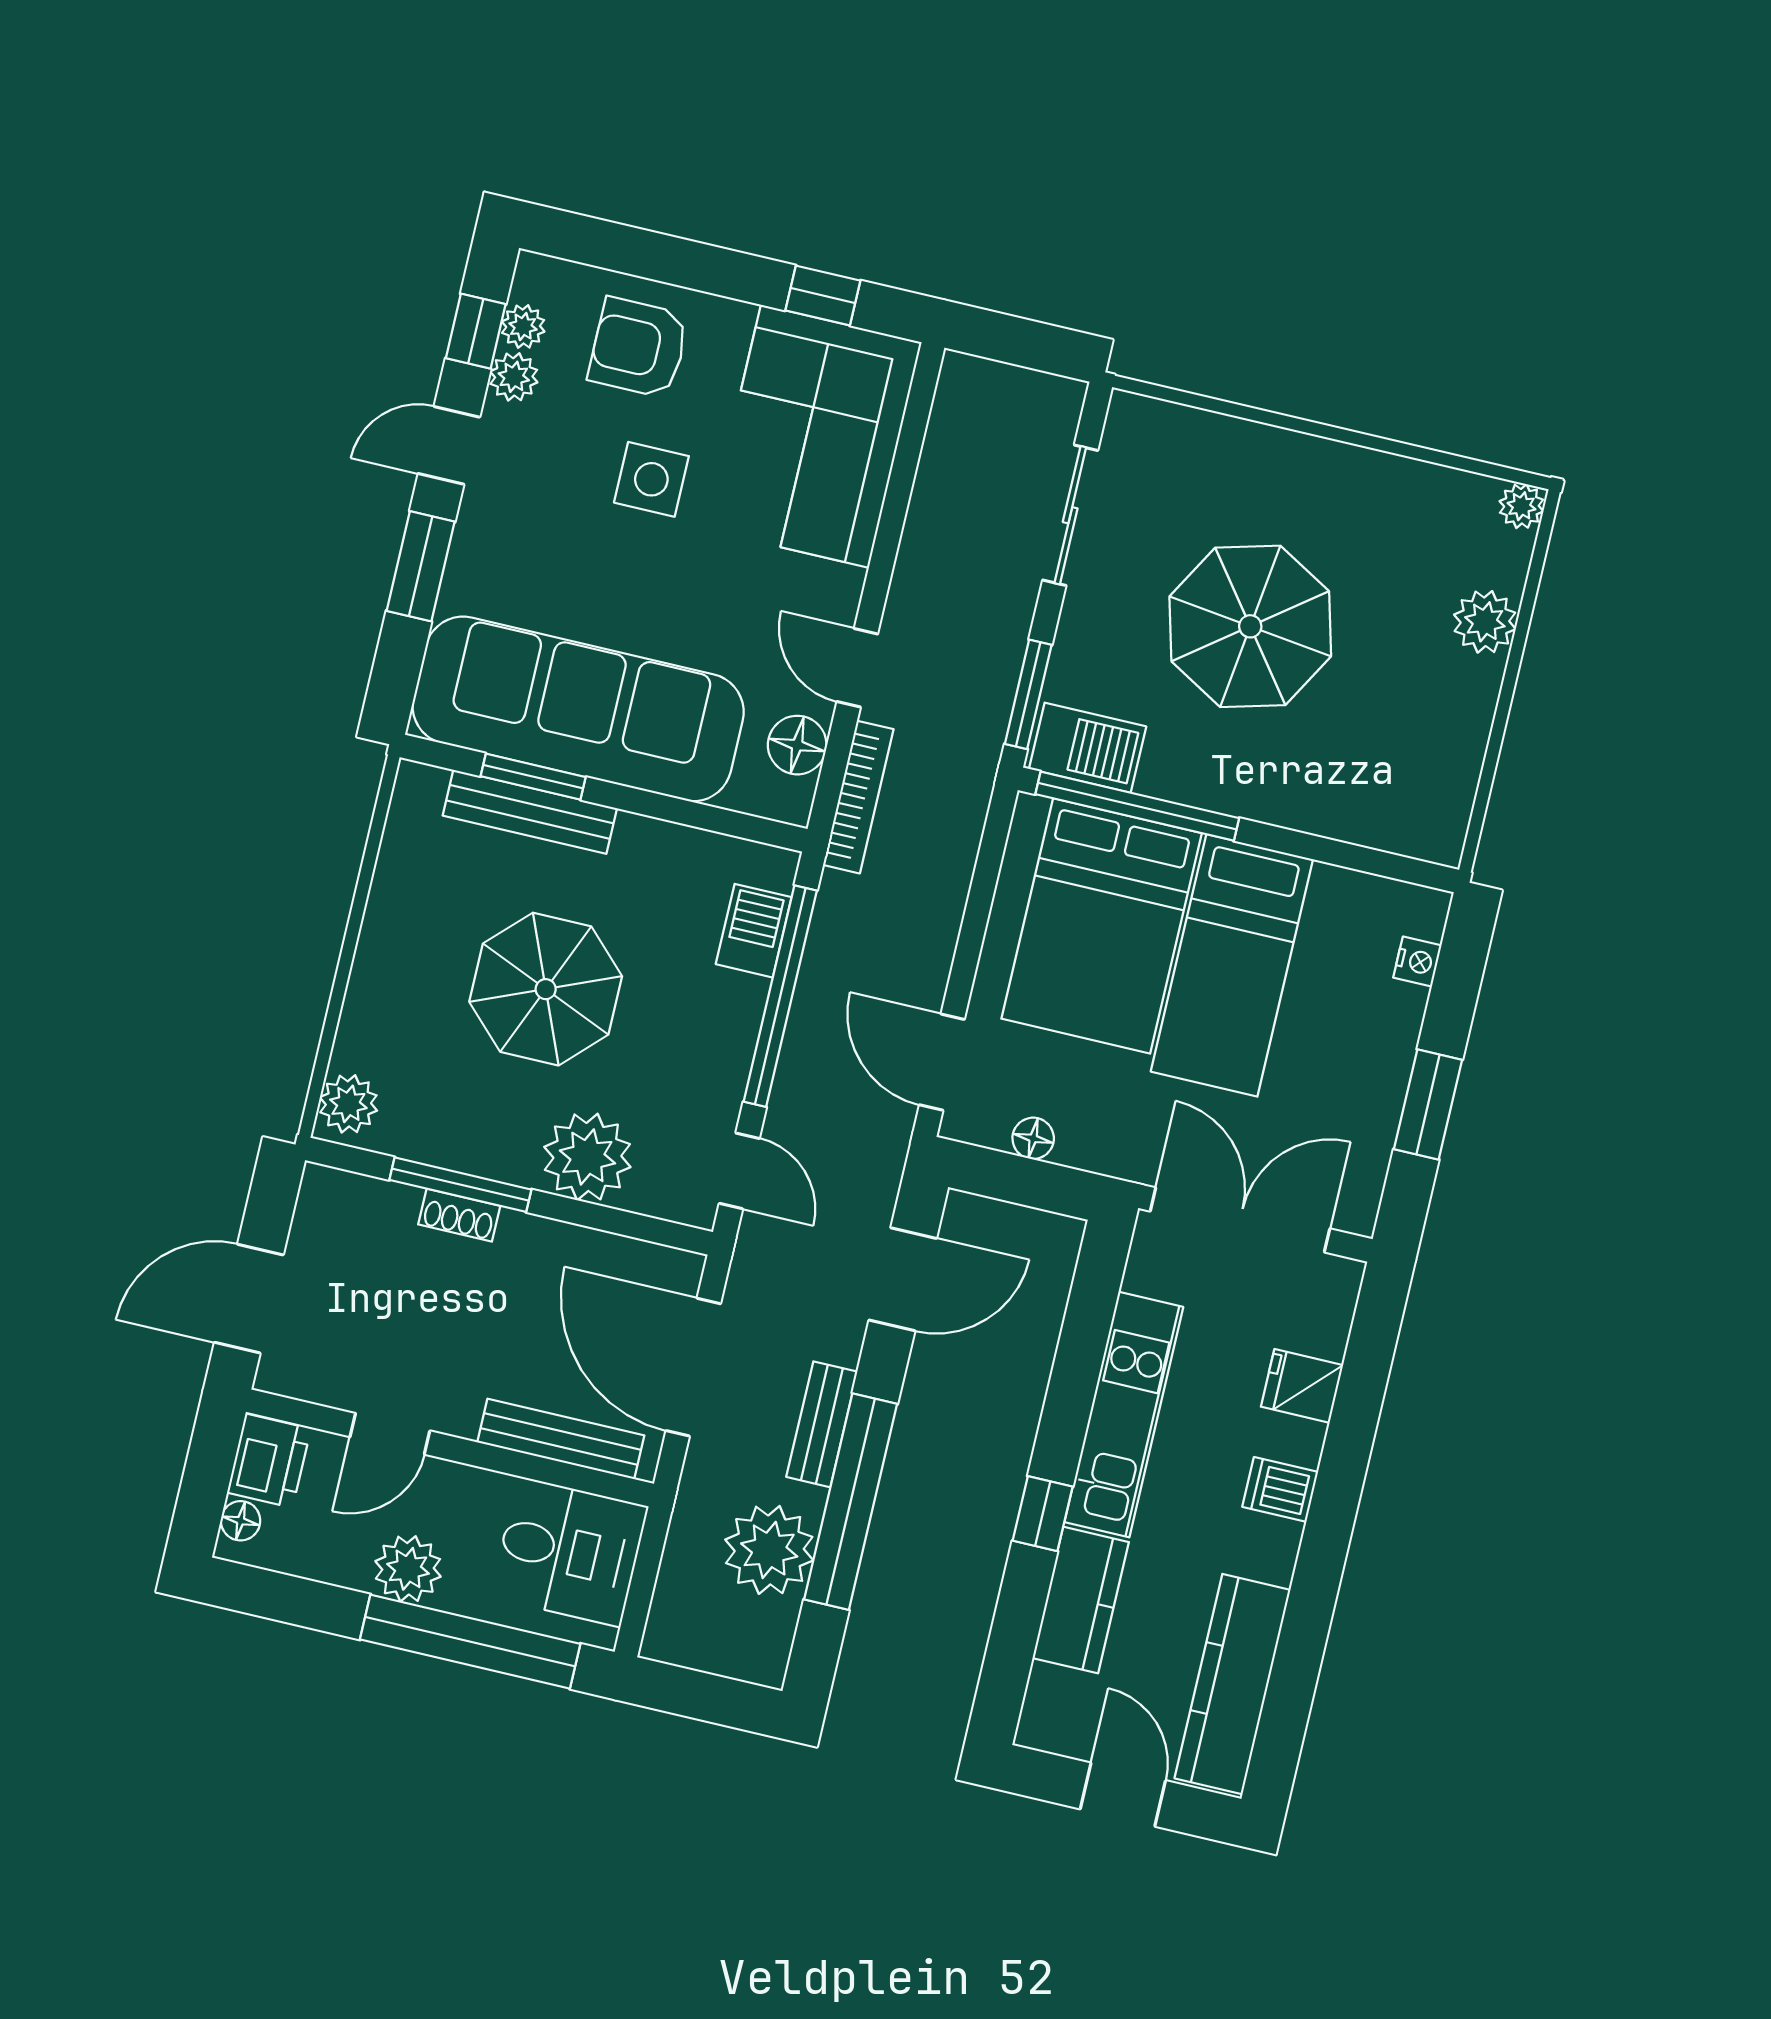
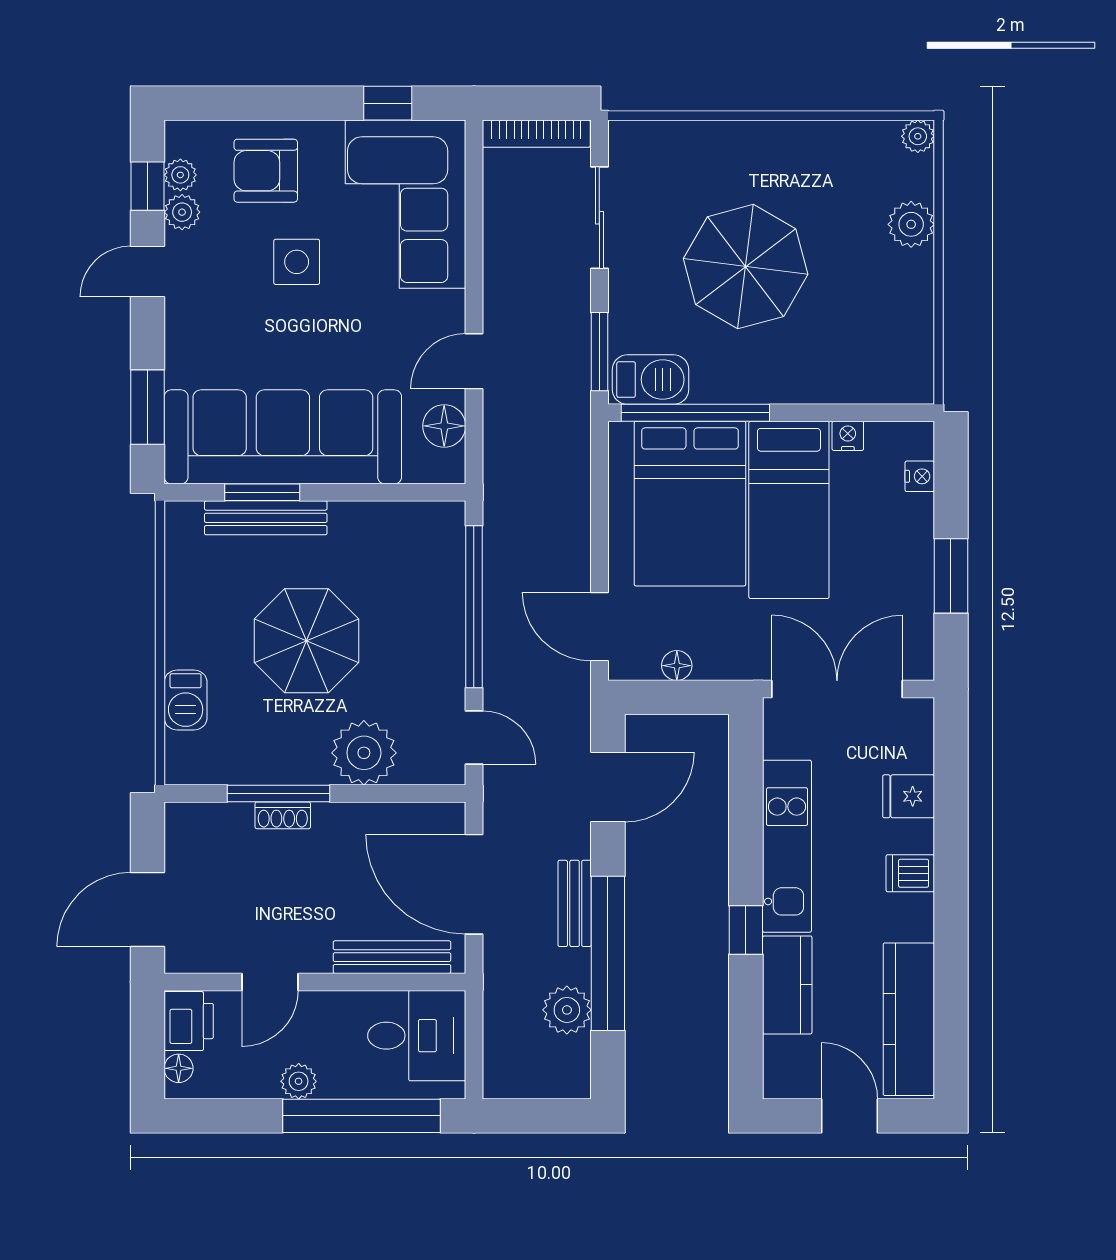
window: (421, 566) -> (148, 407), moved
door: (857, 668) -> (474, 361), hinge flipped
bookcase: (858, 797) -> (536, 134), moved, turned 90
nightstand: (1334, 885) -> (848, 436), added
barbecue: (754, 931) -> (186, 700), moved, turned 180
plant: (348, 1104) -> (186, 755), removed
plant: (769, 1550) -> (567, 1010), width x0.73, depth x0.73
plant: (408, 1569) -> (299, 1081), width x0.73, depth x0.73

